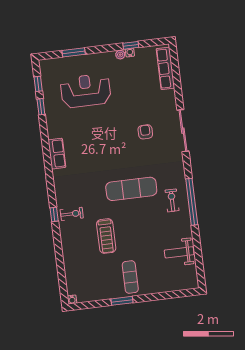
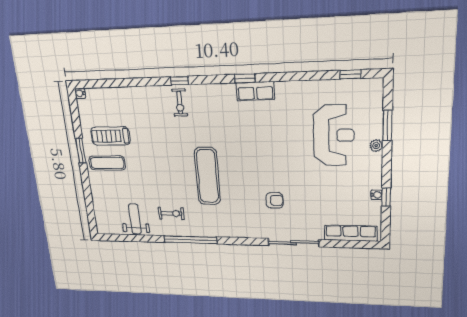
plant: (120, 55) -> (376, 146), moved
window: (41, 107) -> (245, 78), moved
sliding door: (183, 131) -> (293, 243), moved
exercise bike: (172, 200) -> (171, 214), moved
treadmill: (106, 236) -> (110, 136), moved

